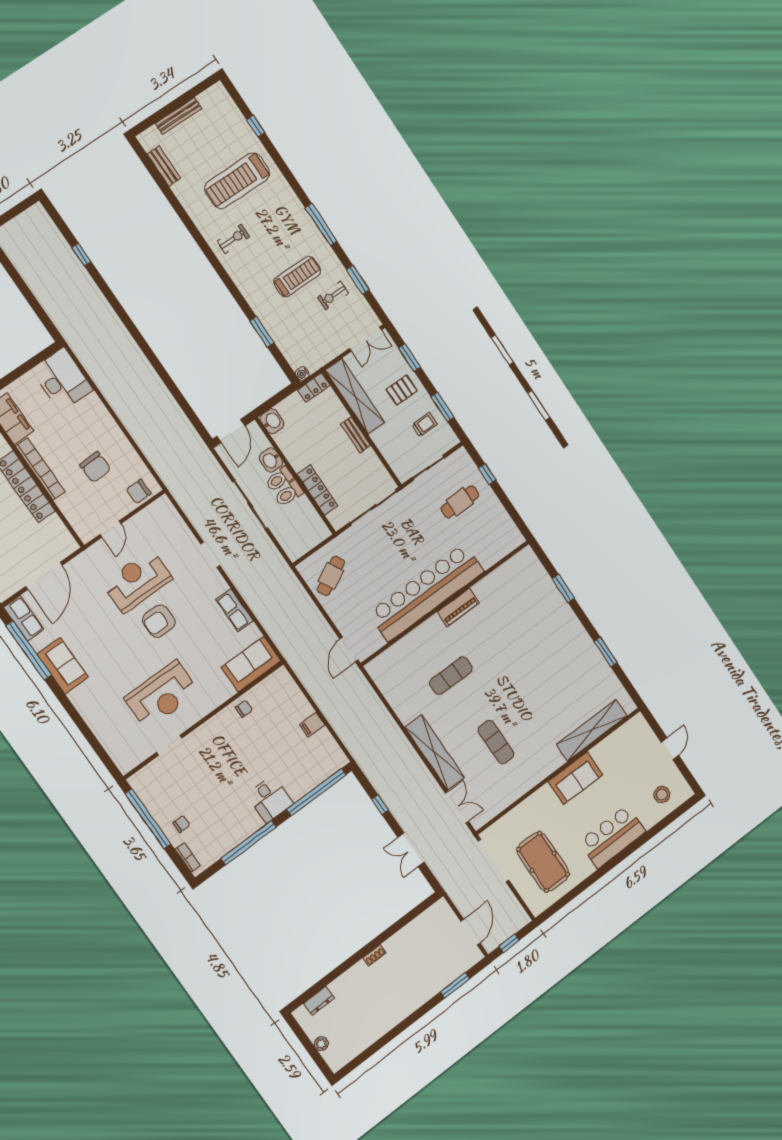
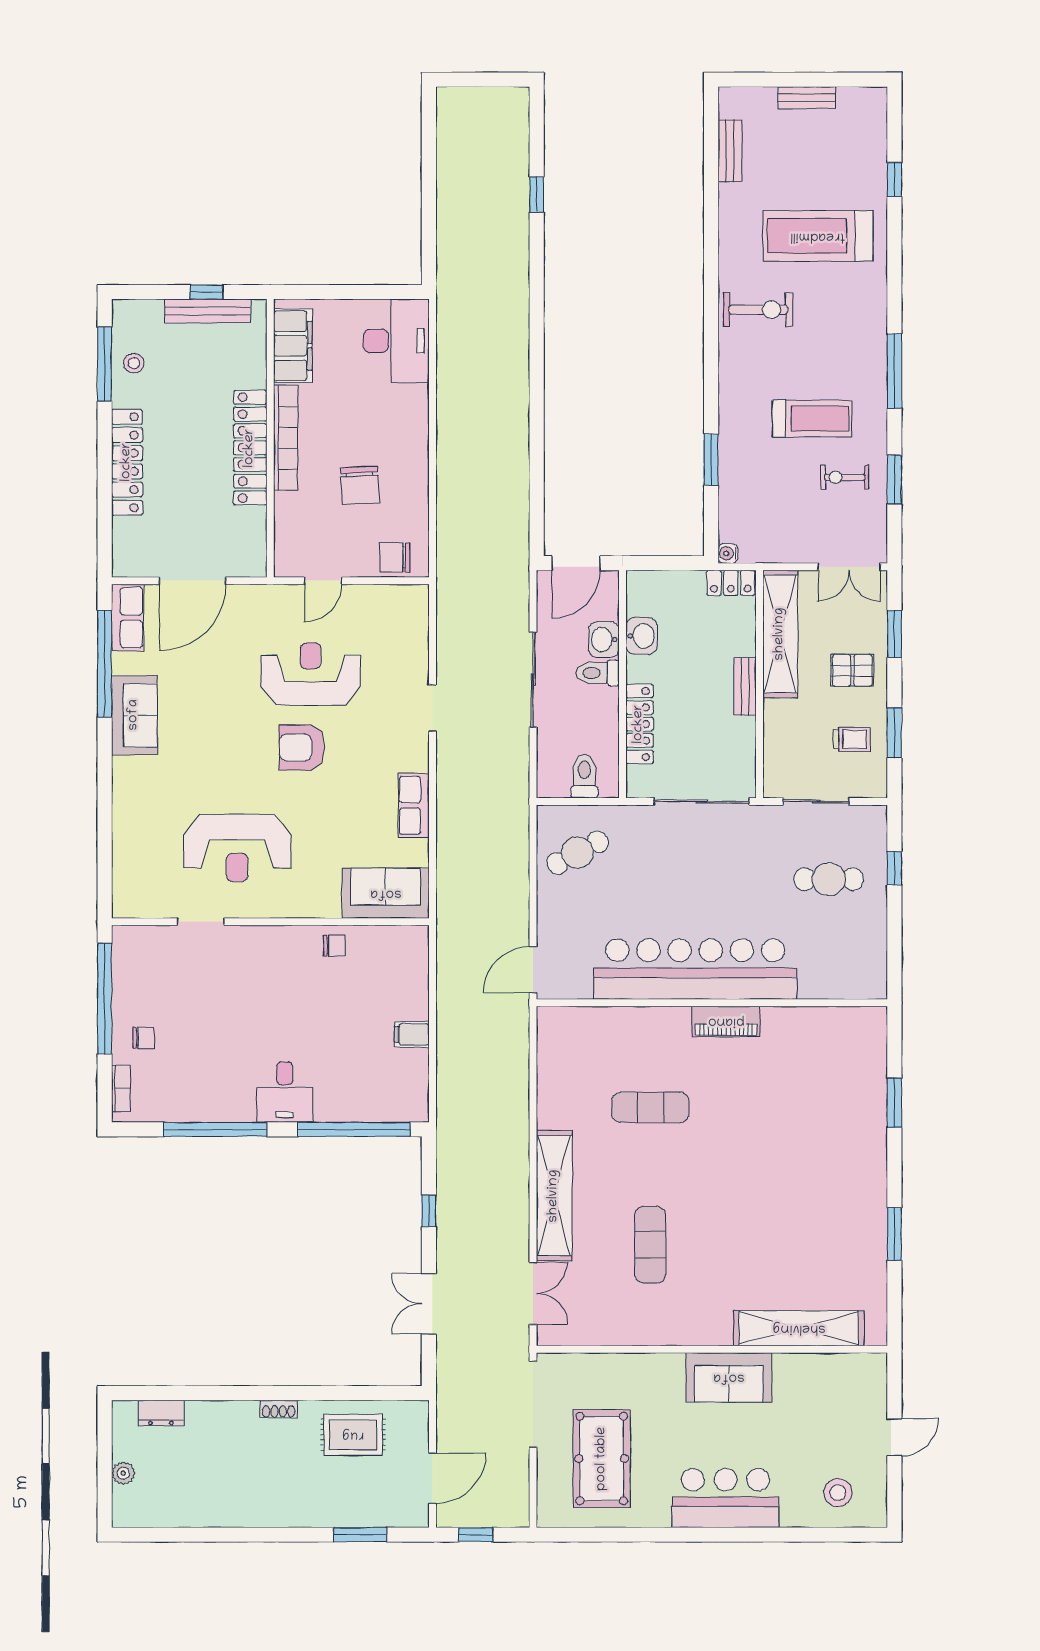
bench: (178, 116) -> (807, 98), width x0.73
exercise bike: (233, 239) -> (758, 310), width x1.38, depth x1.39
washbasin: (272, 421) -> (641, 636), moved
toilet: (289, 494) -> (584, 776), moved, turned 90
rug: (419, 940) -> (353, 1435), added

